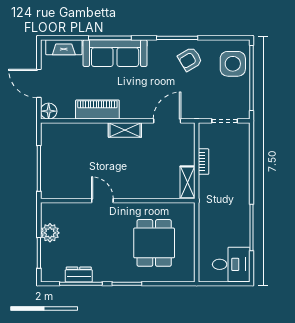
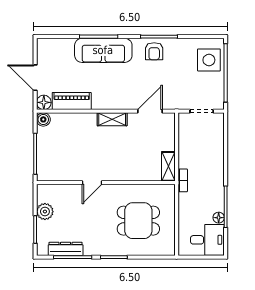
fireplace: (64, 47) -> (57, 45), removed
armchair: (190, 59) -> (154, 51), moved, turned -59
piano: (97, 110) -> (72, 101), moved
boiler: (48, 130) -> (43, 119), added
bookcase: (203, 162) -> (183, 180), moved
door: (102, 201) -> (92, 183), swing flipped
floor lamp: (244, 240) -> (219, 218), added
dining table: (154, 243) -> (138, 221), turned 90
dresser: (79, 274) -> (66, 249), width x1.44

